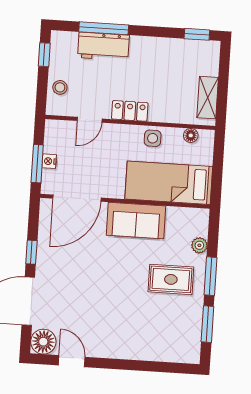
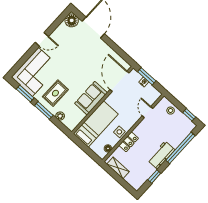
window: (104, 28) -> (180, 148), width x1.46
window: (197, 34) -> (154, 177), moved
workbench: (103, 46) -> (161, 155), moved
locker: (130, 111) -> (129, 142), moved
window: (31, 252) -> (112, 45), removed
corner sofa: (163, 334) -> (35, 72), added
door: (72, 361) -> (42, 39), moved

